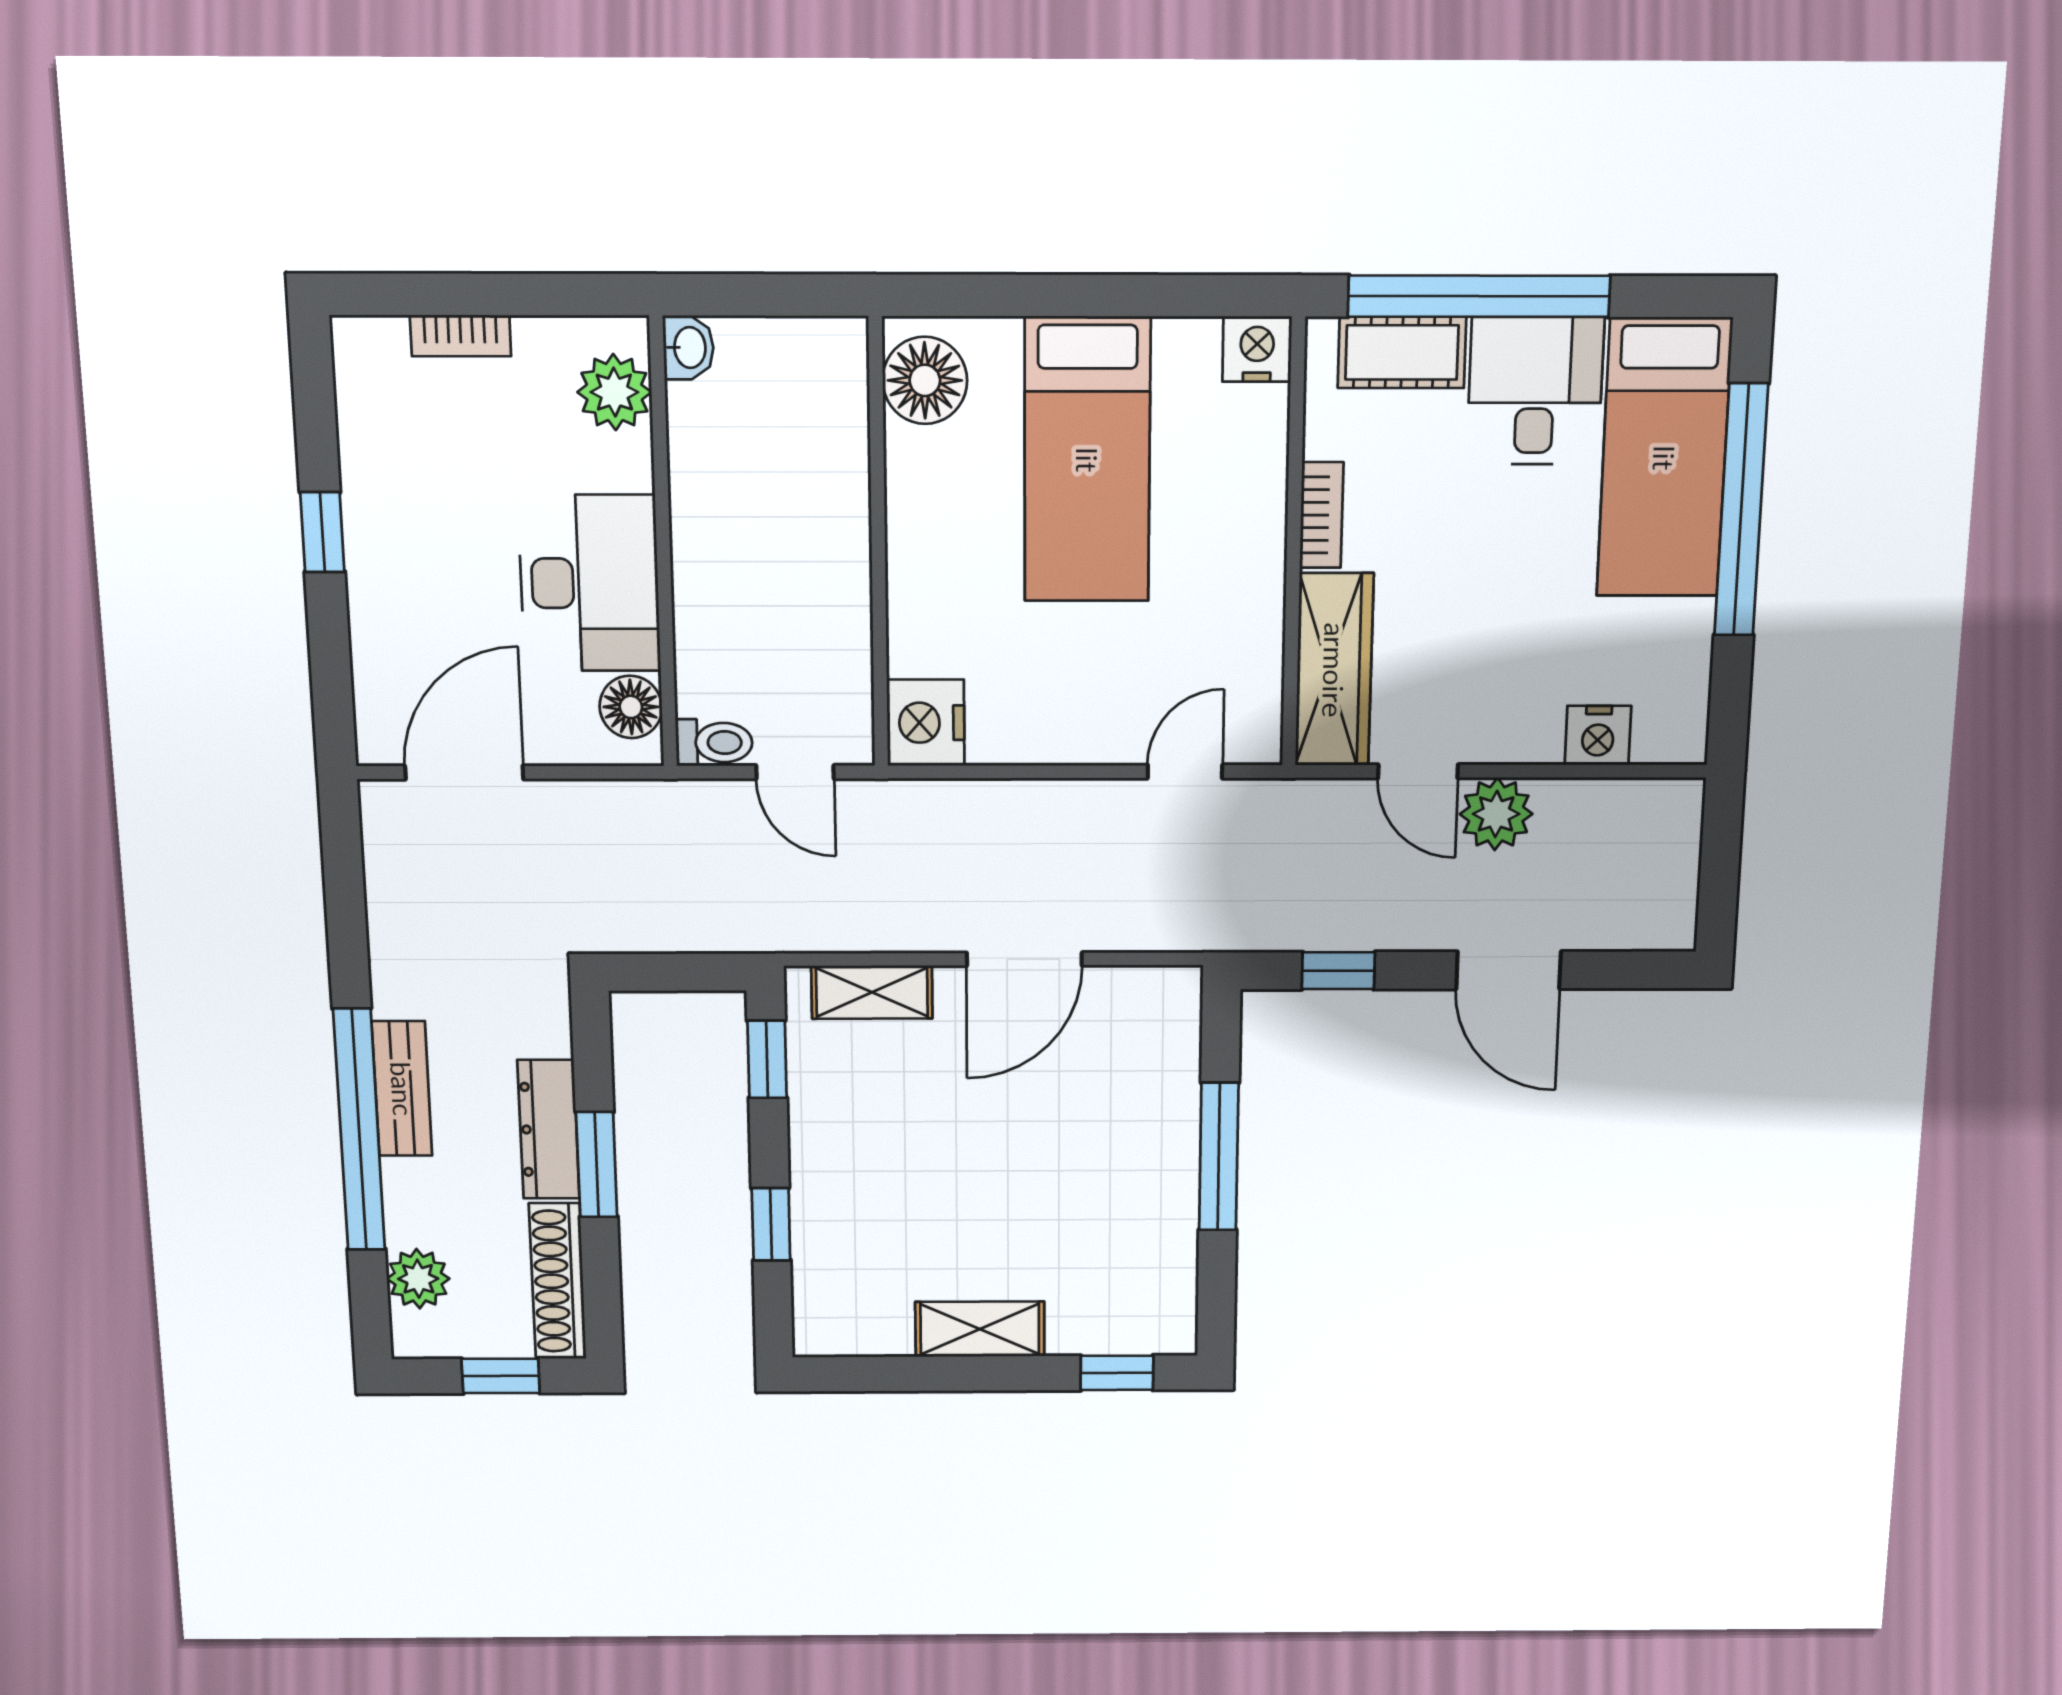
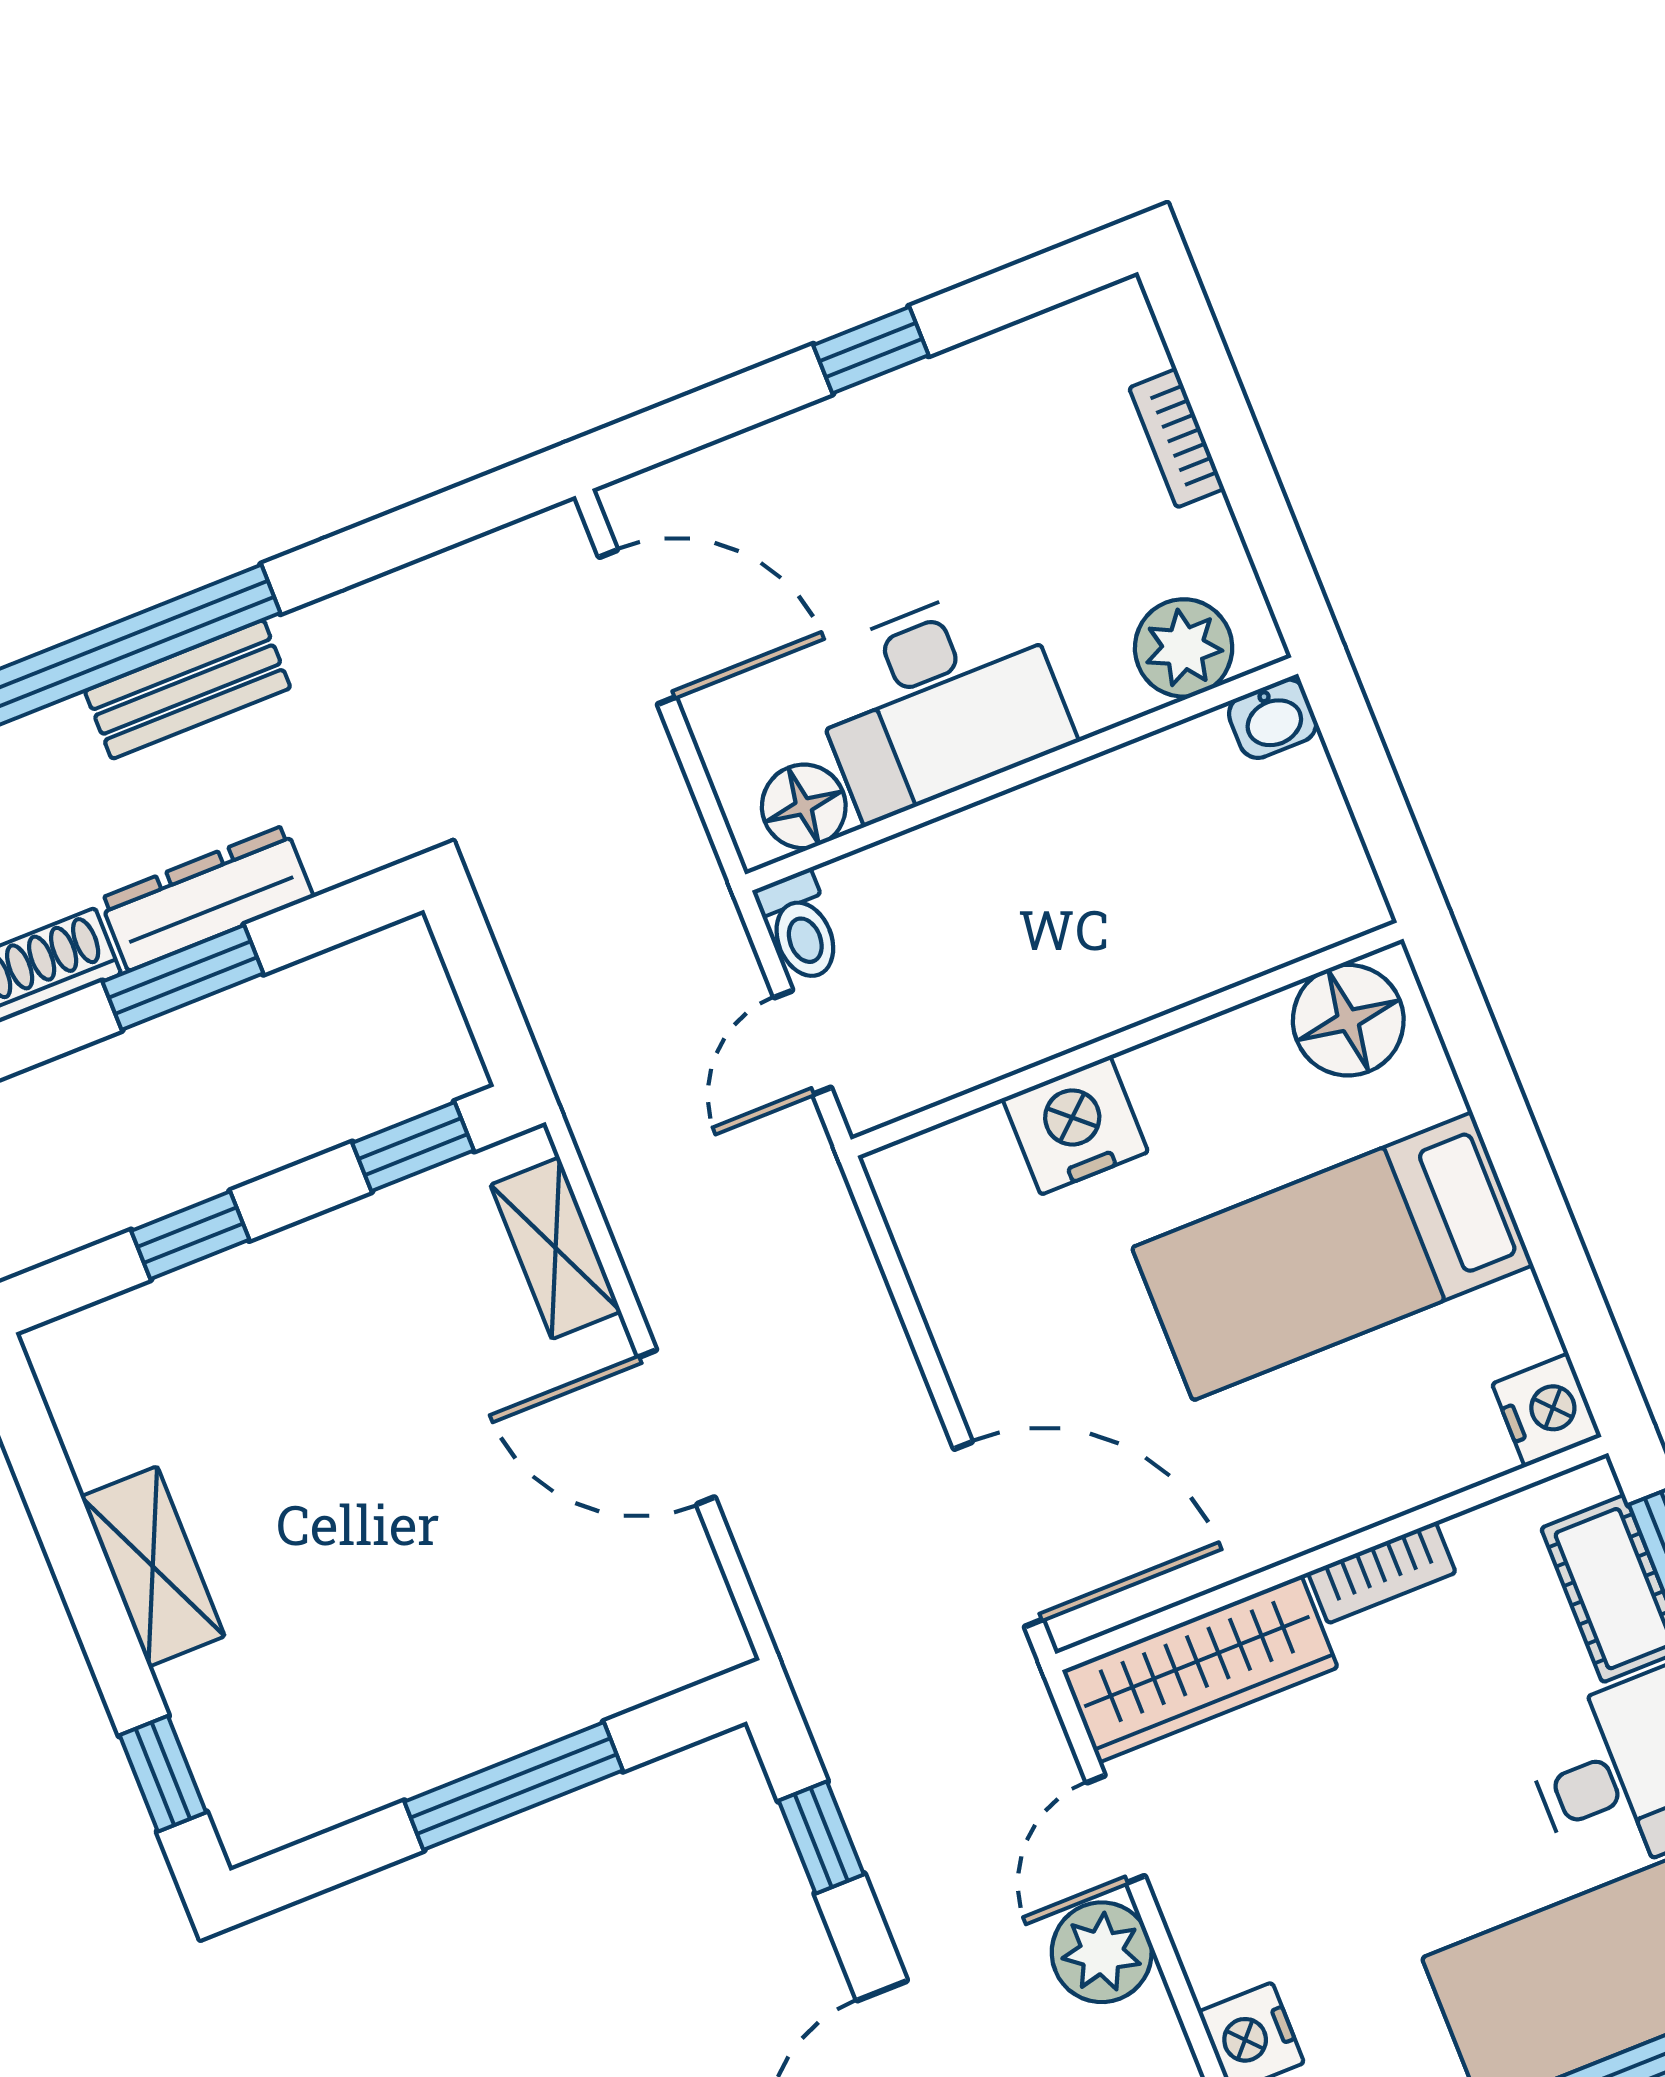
nightstand: (926, 723) -> (1075, 1125), moved
door: (1185, 772) -> (998, 1534), width x1.88

